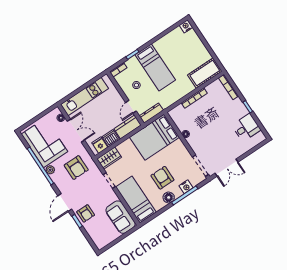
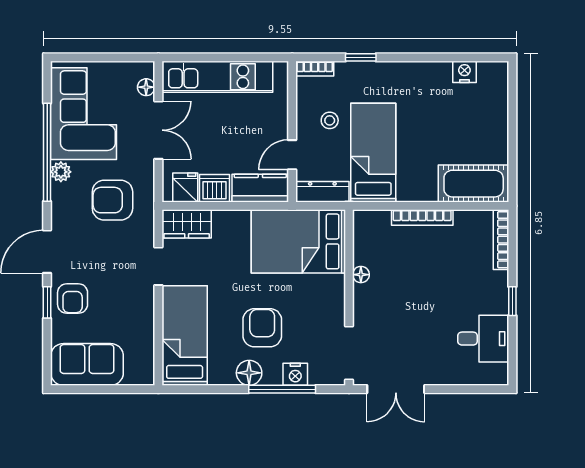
nightstand: (186, 26) -> (464, 72), moved
bed: (155, 67) -> (373, 153), moved, turned 180
armchair: (76, 168) -> (112, 200), turned 90
sofa: (120, 217) -> (87, 364), moved, turned 90

